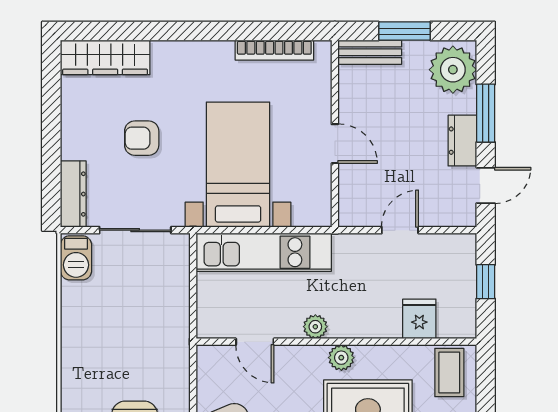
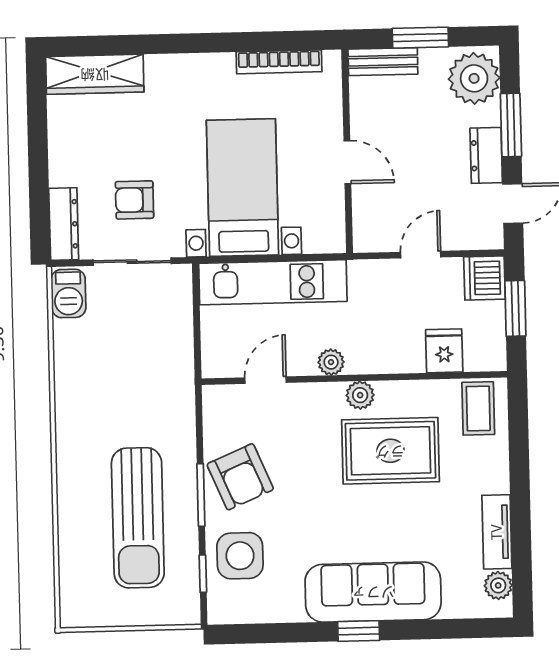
armchair: (142, 138) -> (134, 200), moved
dishwasher: (458, 253) -> (484, 278), added
window: (486, 282) -> (515, 308), width x1.50
door: (255, 342) -> (265, 380), swing flipped

